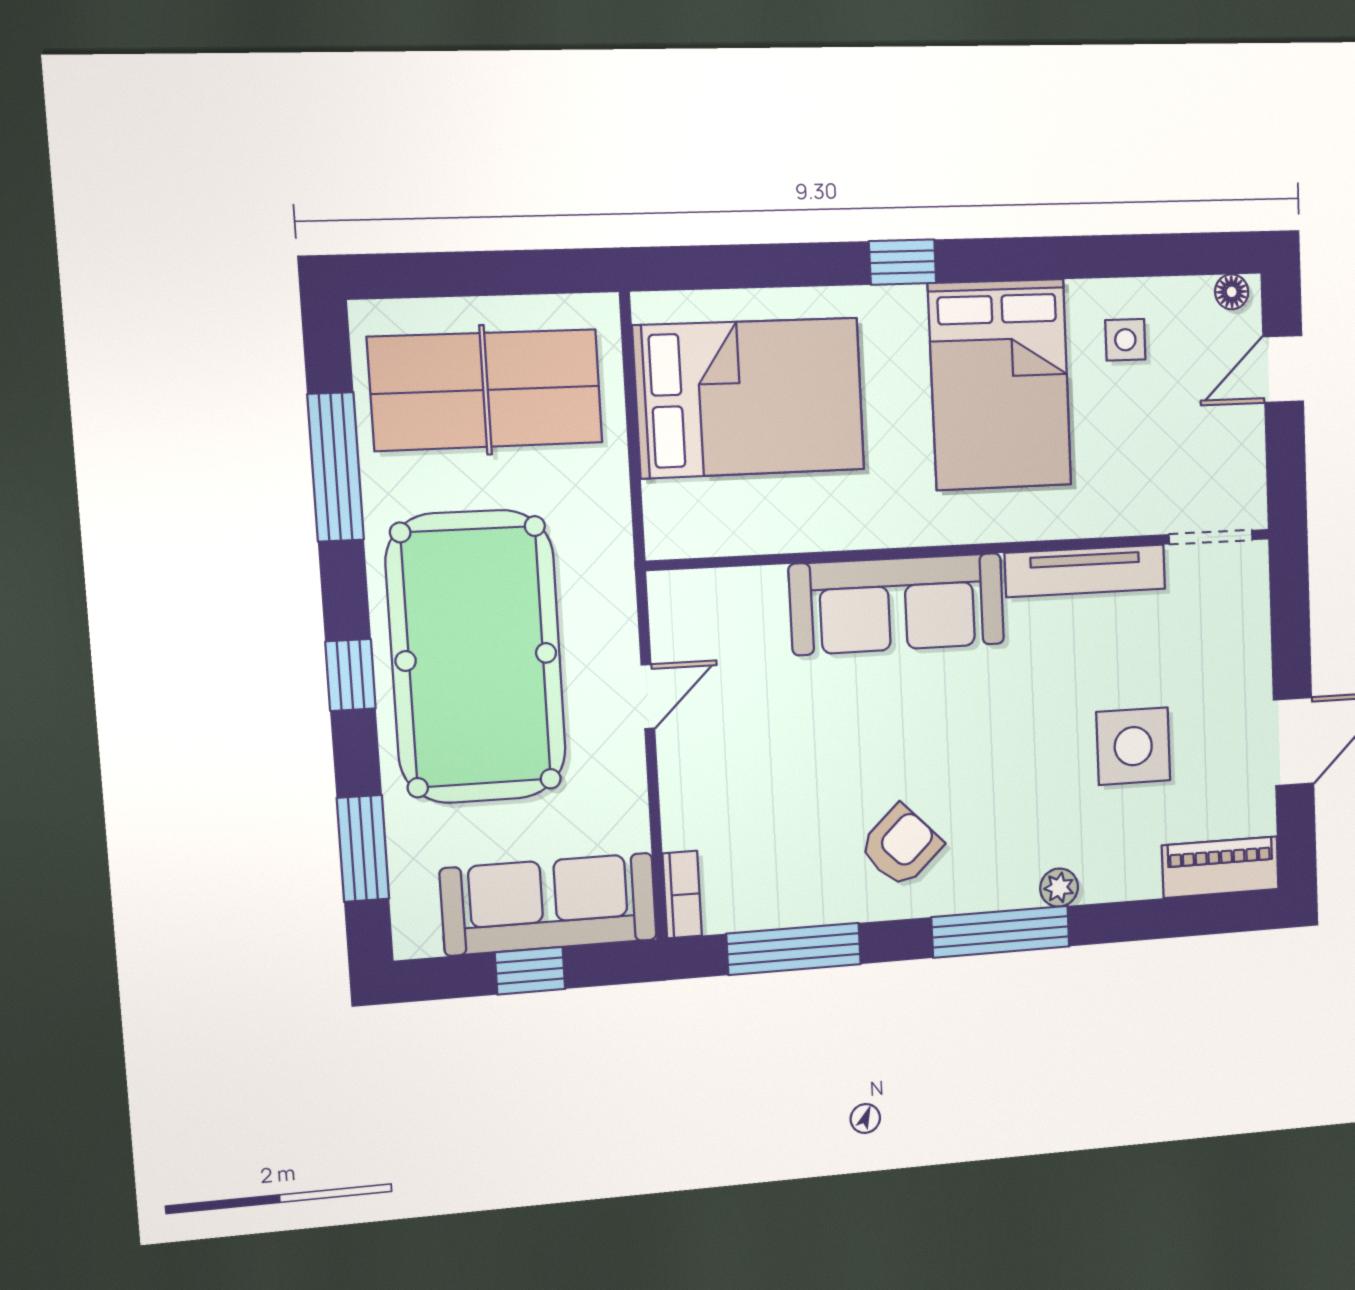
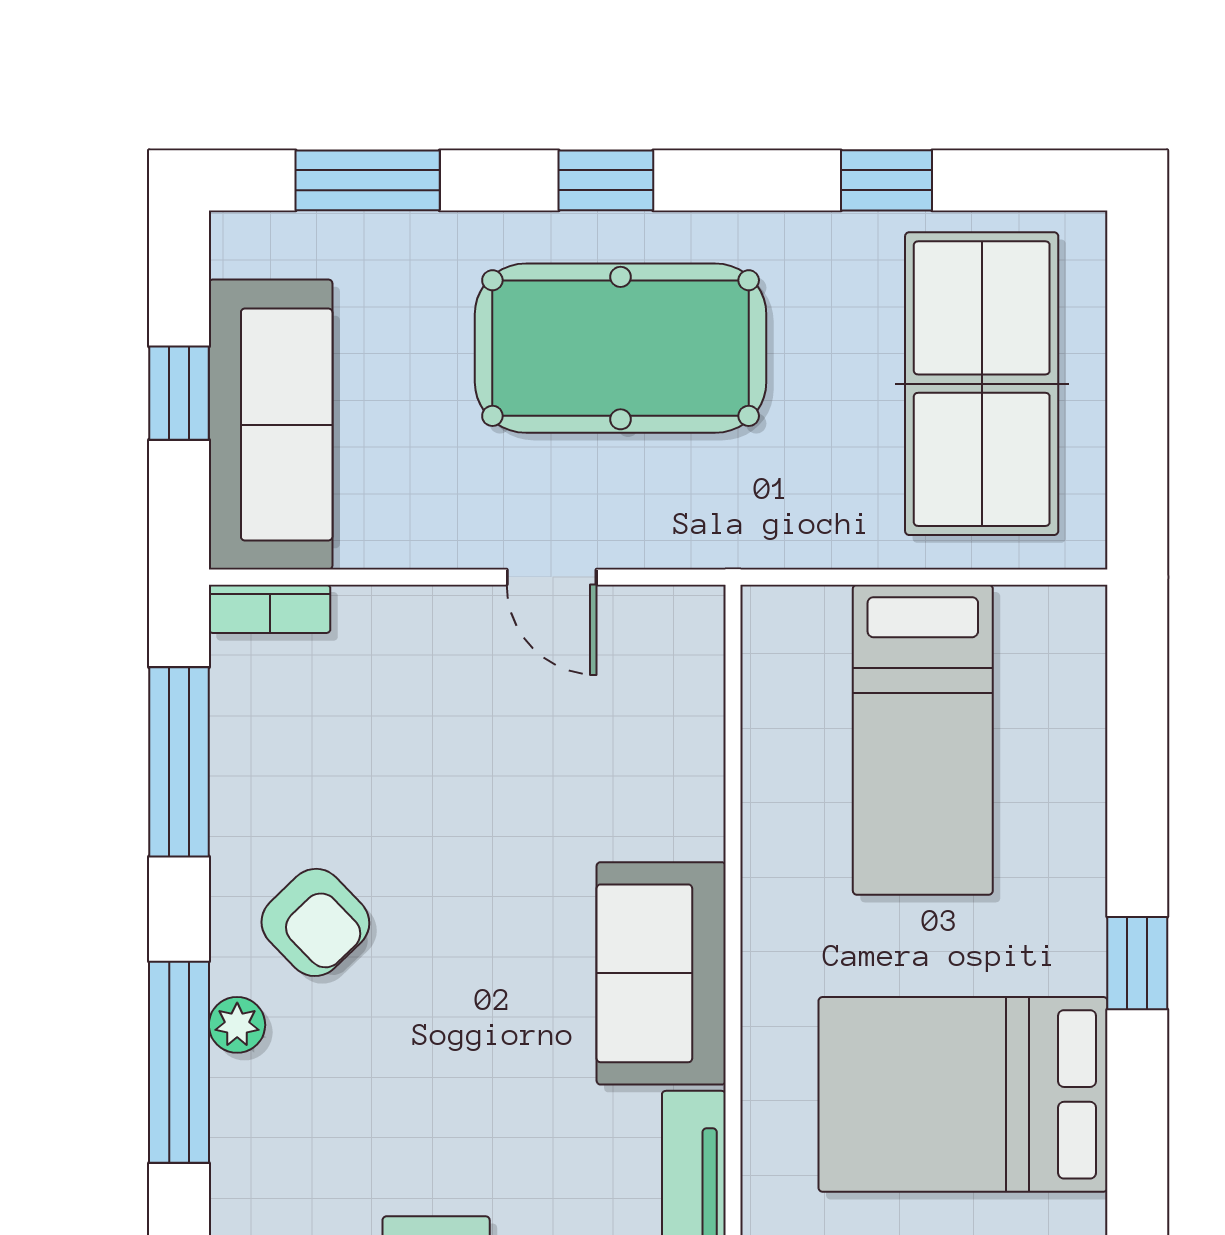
bed: (749, 398) -> (923, 740), width x0.67
window: (336, 467) -> (887, 180), width x0.46
sofa: (897, 604) -> (661, 973), width x0.73
pool table: (476, 657) -> (621, 348), width x0.73, depth x0.76
plant: (1059, 888) -> (237, 1025), moved

